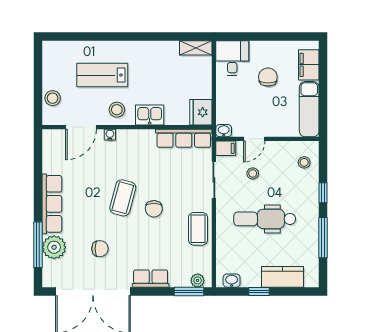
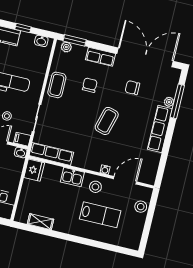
shelving: (196, 48) -> (41, 222), moved
chair: (154, 209) -> (90, 85), moved
plant: (54, 247) -> (169, 102), width x0.53, depth x0.53

